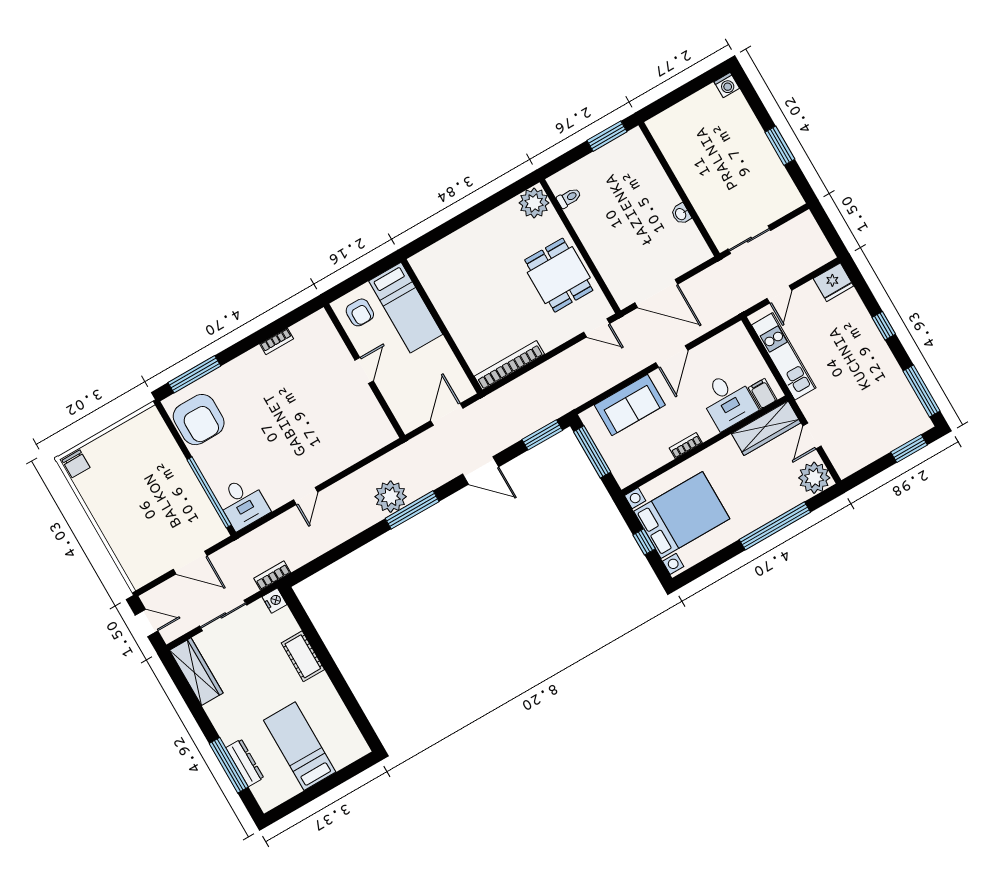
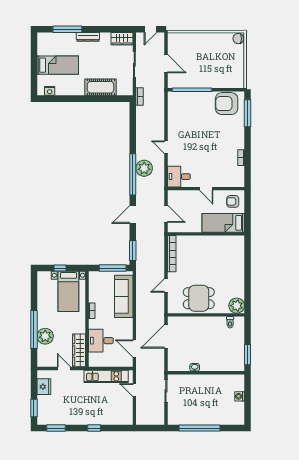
washing machine: (727, 85) -> (240, 396), moved
window: (780, 146) -> (200, 428), width x2.11
fridge: (833, 282) -> (44, 387), moved, turned 180
door: (597, 328) -> (166, 285), moved
door: (672, 357) -> (134, 348), moved
window: (921, 391) -> (56, 428), width x0.69
filing cabinet: (763, 394) -> (95, 358), removed
sofa: (630, 405) -> (124, 296), width x1.36
plant: (814, 478) -> (45, 336), moved
door: (306, 496) -> (166, 147), moved
desk: (243, 503) -> (179, 177), moved
window: (412, 510) -> (133, 174), width x1.46
bed with nightstands: (682, 515) -> (68, 291), width x0.73
door: (190, 563) -> (166, 64), swing flipped
nightstand: (274, 601) -> (50, 91), moved
cot: (303, 656) -> (101, 87), width x1.37, depth x1.34
wardrobe: (196, 672) -> (122, 39), width x0.67
dresser: (245, 763) -> (88, 37), moved

